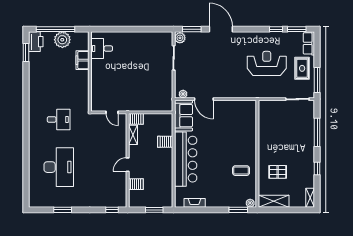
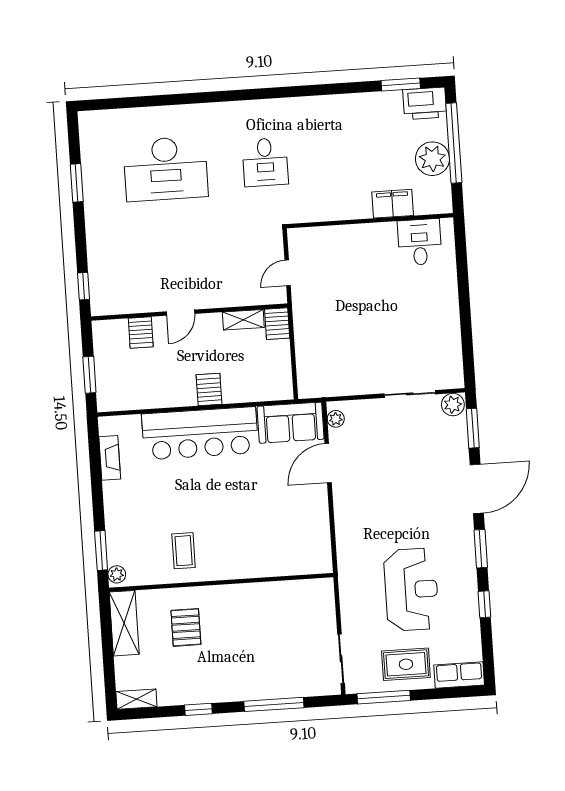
window: (297, 29) -> (481, 549), moved
server rack: (165, 142) -> (209, 389), moved
door: (128, 165) -> (180, 313), swing flipped

